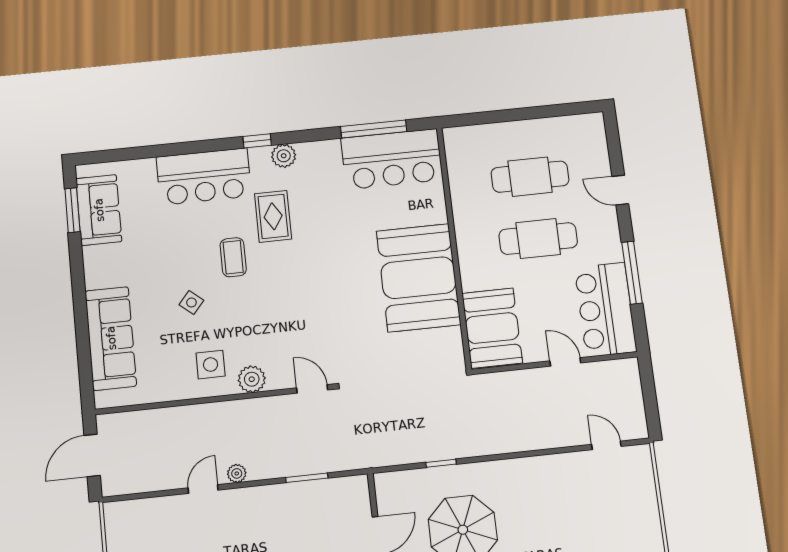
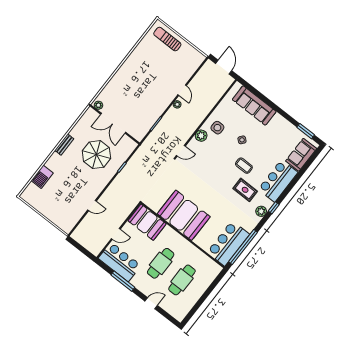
window: (374, 129) -> (243, 247), width x1.46
sofa: (99, 210) -> (301, 155), moved, turned 90
door: (606, 445) -> (92, 205), moved

